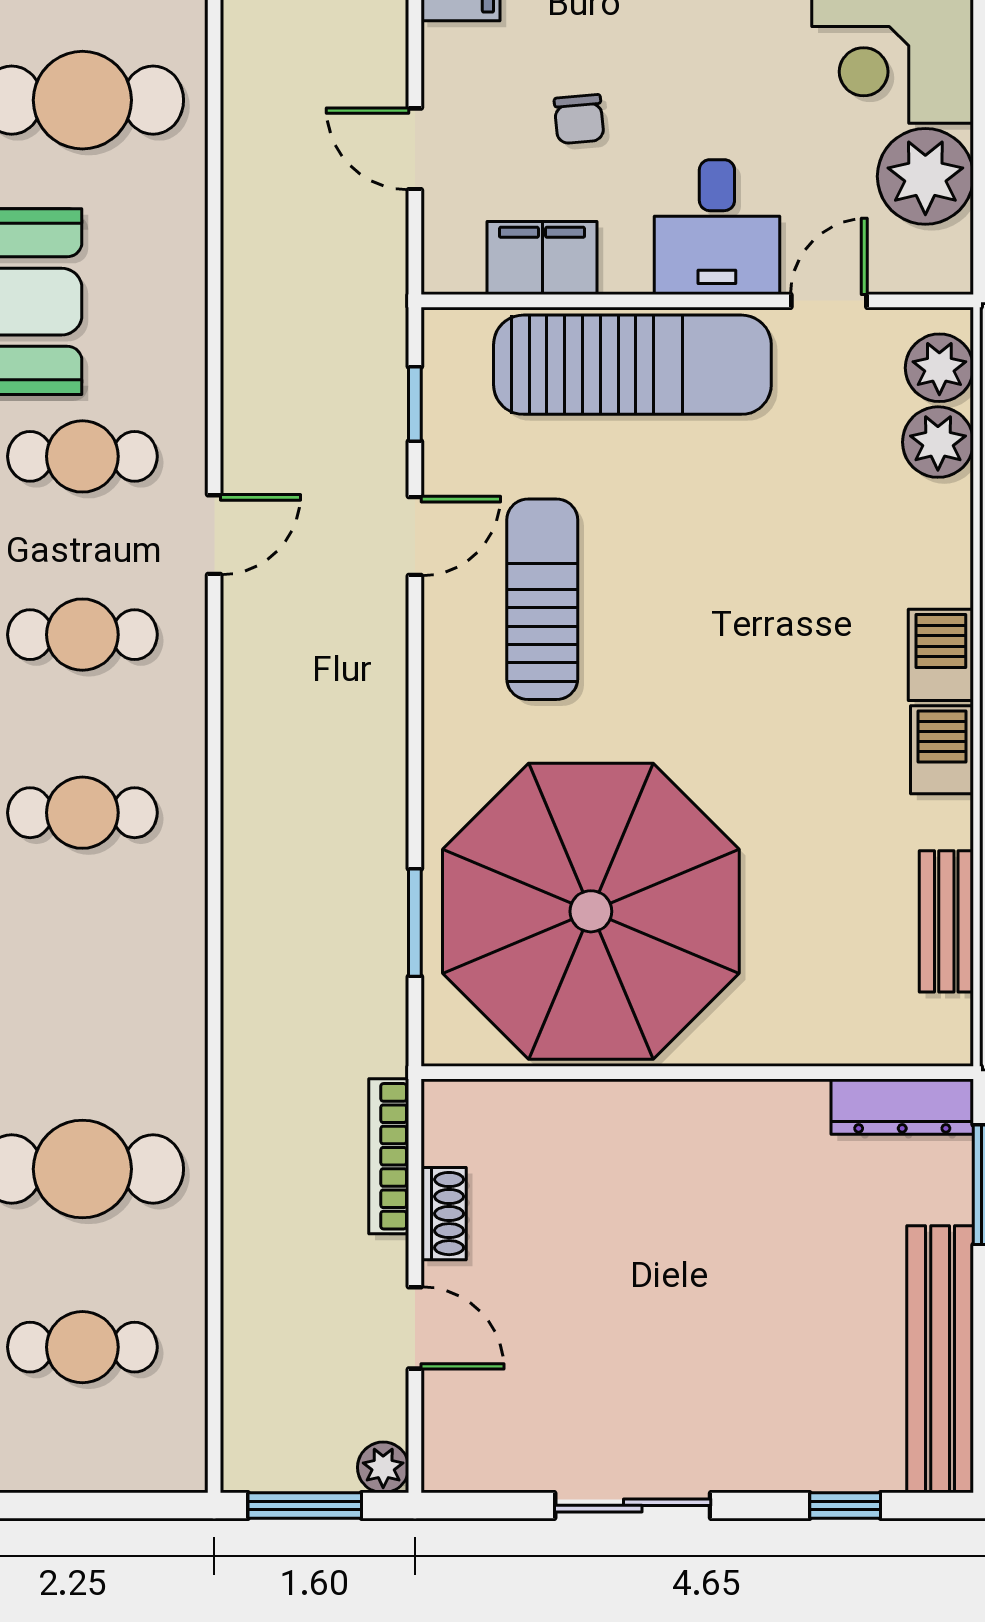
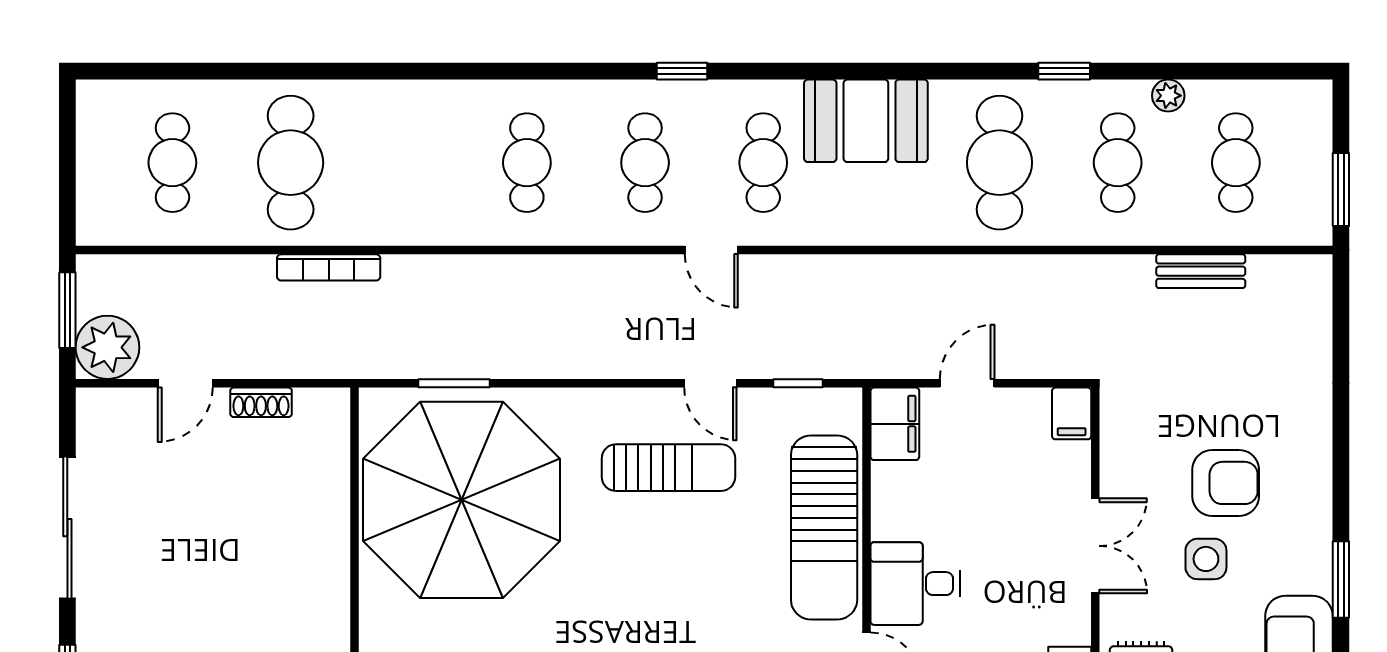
chair: (579, 119) -> (987, 492), removed
filing cabinet: (542, 258) -> (895, 424), moved
bookcase: (389, 1156) -> (329, 267), moved, turned 180
plant: (383, 1467) -> (107, 347), width x1.88, depth x1.88
sliding door: (633, 1505) -> (67, 528), width x1.37

